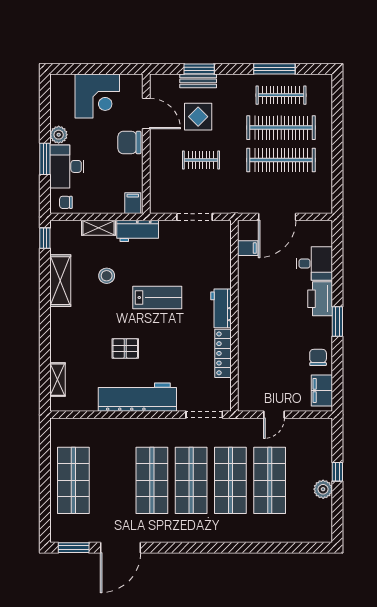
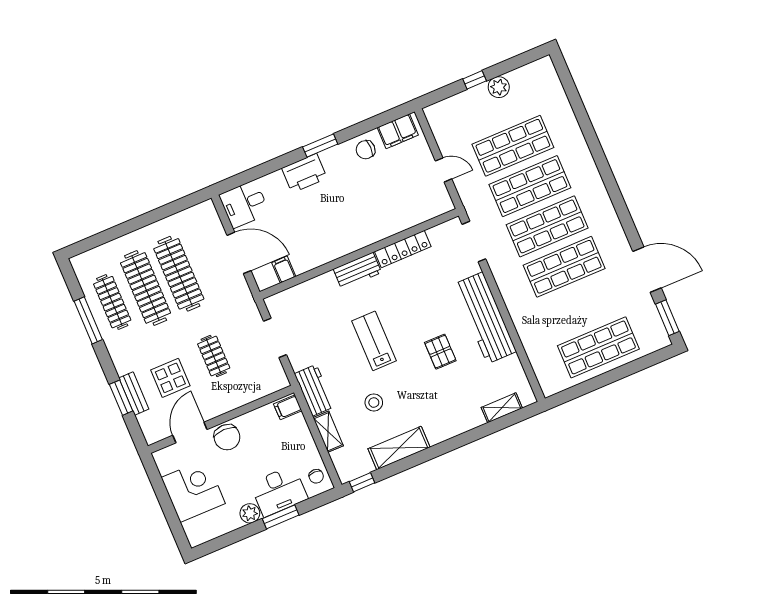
desk: (314, 264) -> (244, 204), moved, turned -90

